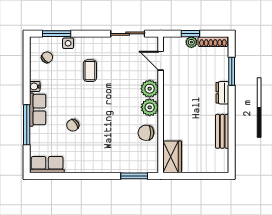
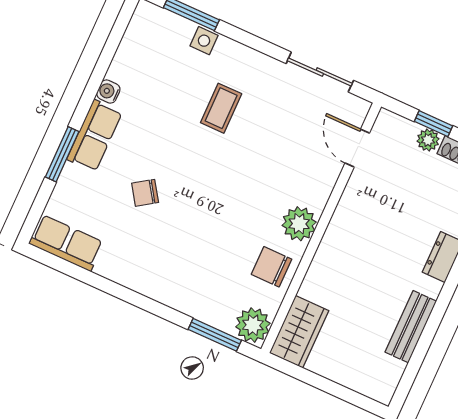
chair: (47, 57) -> (154, 49), removed
plant: (150, 89) -> (253, 325), moved
window: (27, 125) -> (62, 154), width x0.69

